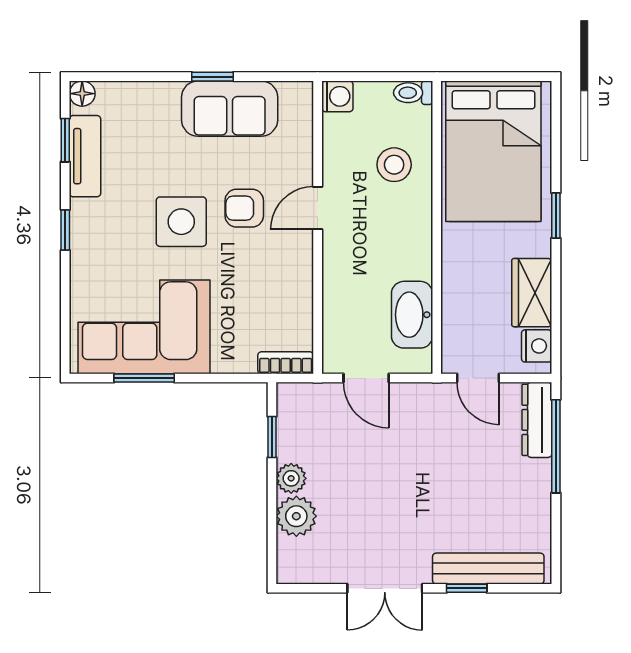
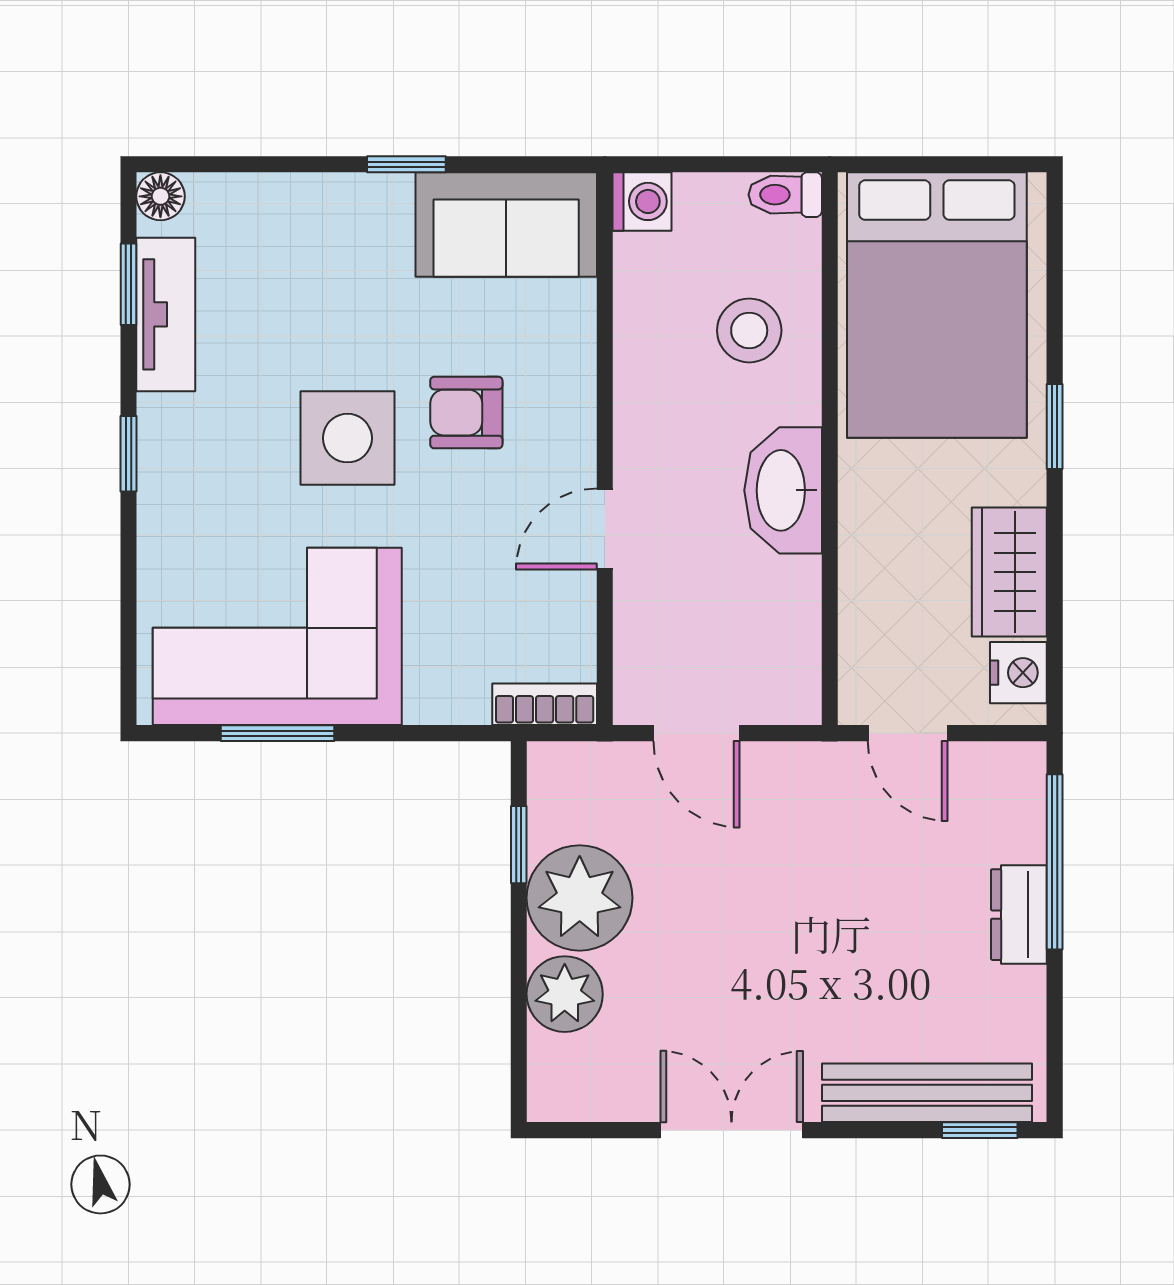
sofa: (230, 109) -> (506, 225), moved
door: (318, 208) -> (605, 529), moved
washbasin: (412, 315) -> (783, 490), moved
dresser: (537, 420) -> (1019, 915), moved, width x0.70
plant: (291, 478) -> (580, 898), width x1.87, depth x1.87
double door: (385, 588) -> (732, 1130), swing flipped
window: (467, 588) -> (980, 1130), moved

